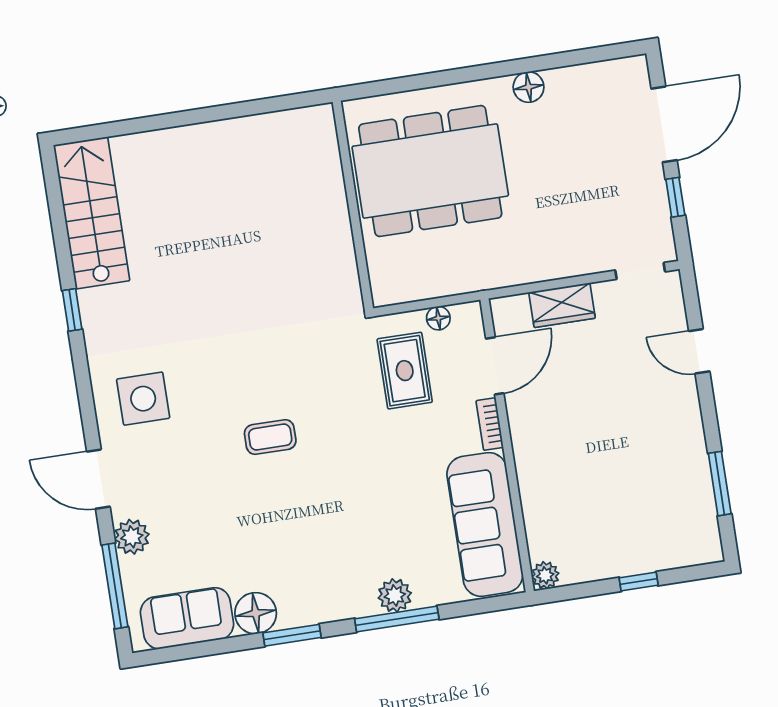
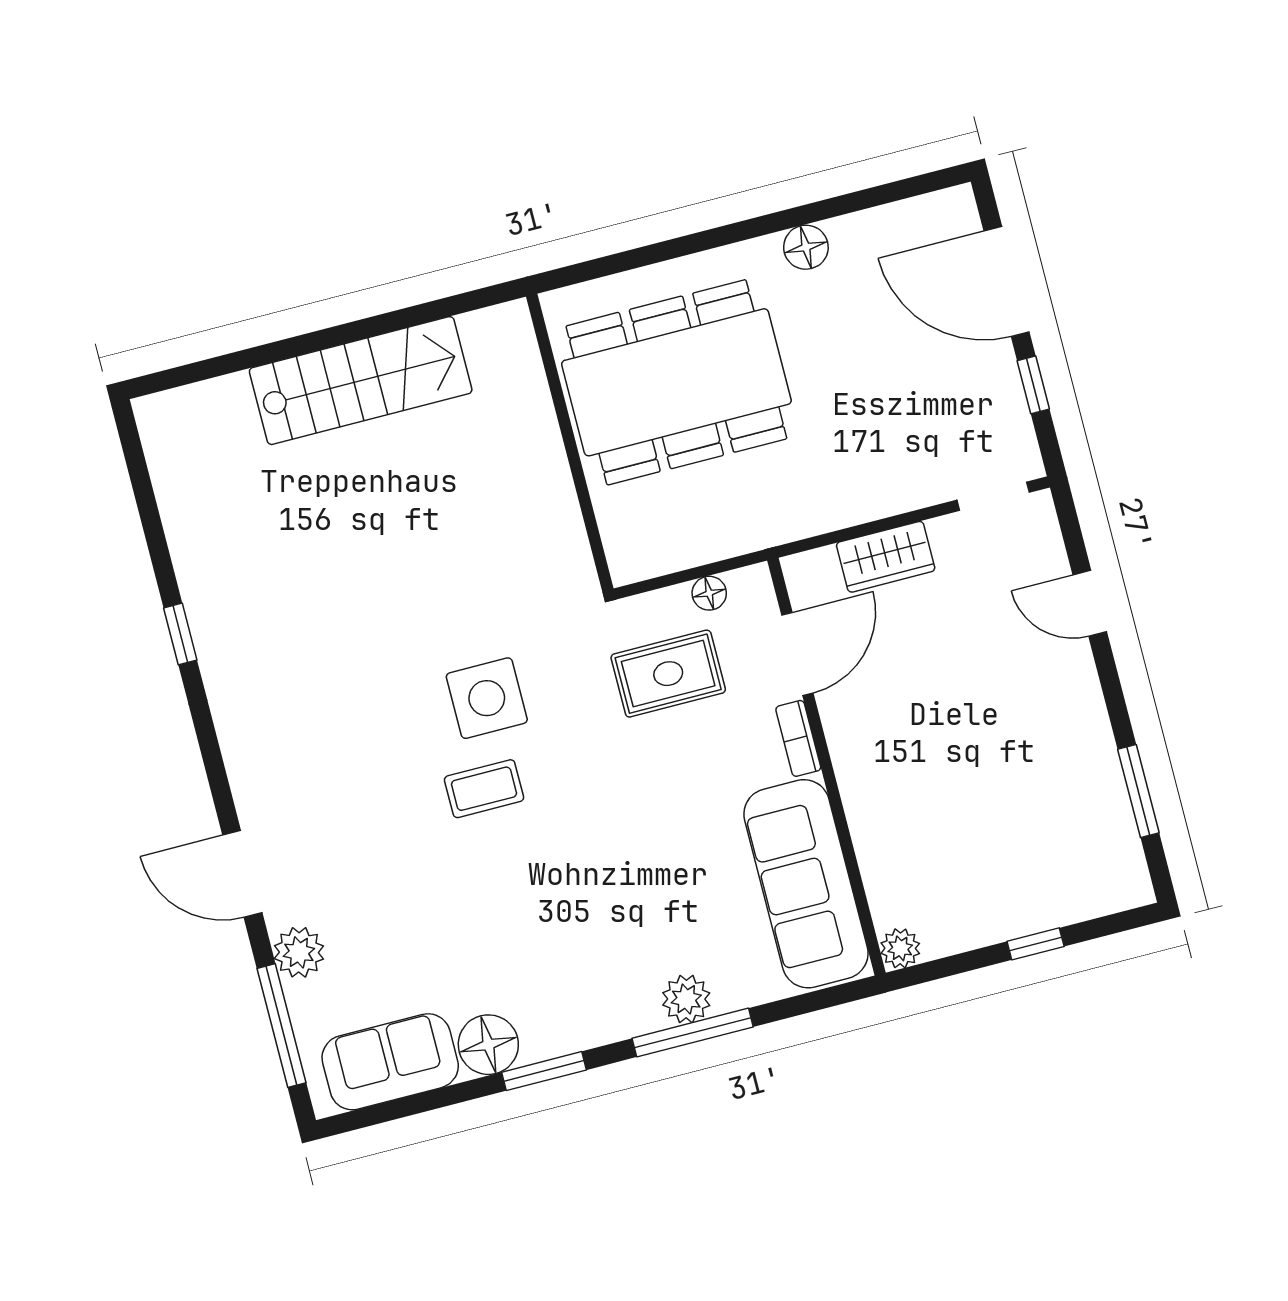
door: (664, 124) -> (1007, 282), swing flipped
stairs: (92, 213) -> (361, 381), moved, turned 90
rug: (405, 371) -> (668, 674), turned 90
side table: (143, 399) -> (487, 698), moved

